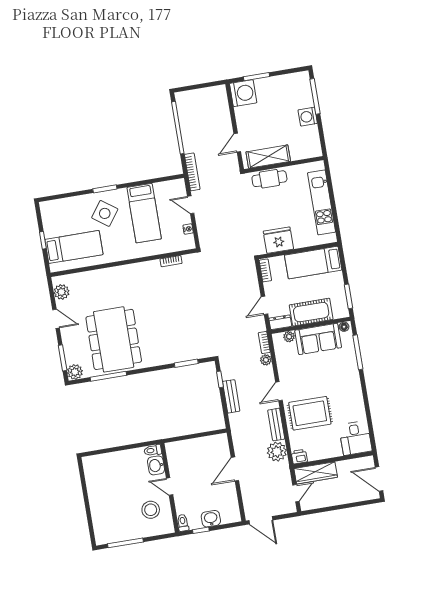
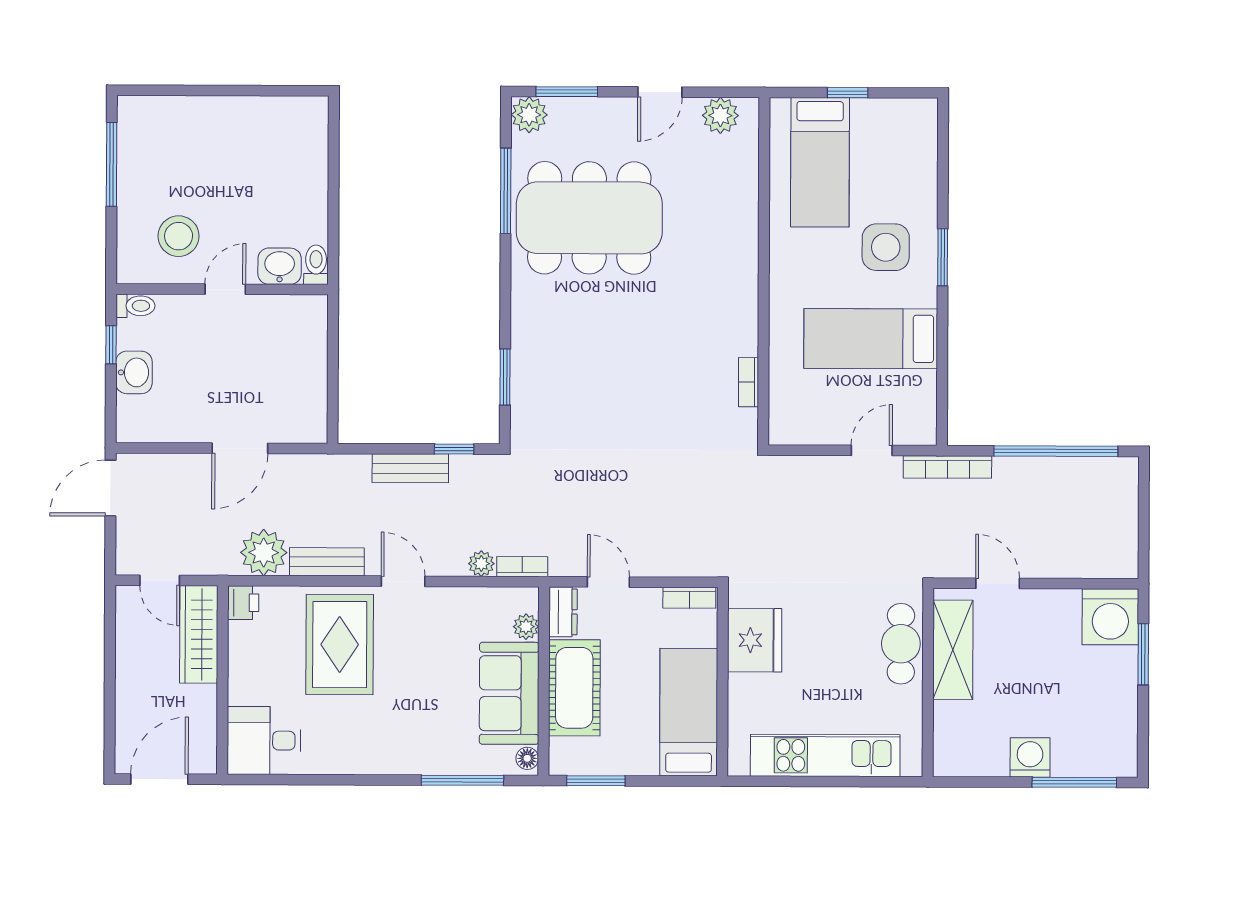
side table: (105, 213) -> (886, 247), turned -36
nightstand: (188, 229) -> (816, 435), removed
door: (235, 469) -> (240, 448), swing flipped

